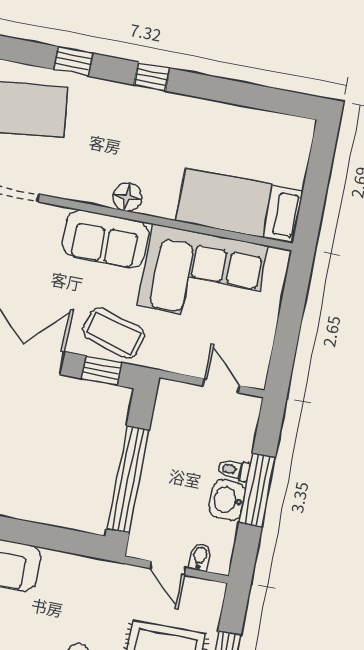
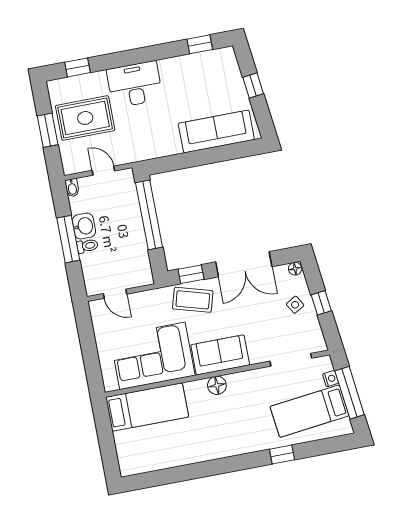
window: (152, 77) -> (231, 464), removed
bidet: (200, 557) -> (72, 188), moved

